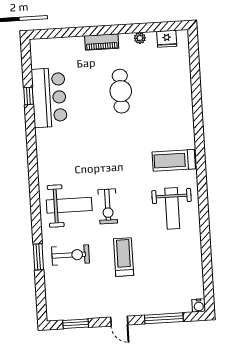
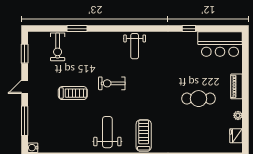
window: (29, 96) -> (189, 29), moved
bar counter: (49, 98) -> (220, 44), moved
weight bench: (69, 205) -> (135, 46), moved, width x0.73, depth x0.75
weight bench: (172, 208) -> (107, 132), turned 90
exercise bike: (71, 255) -> (58, 47), moved

